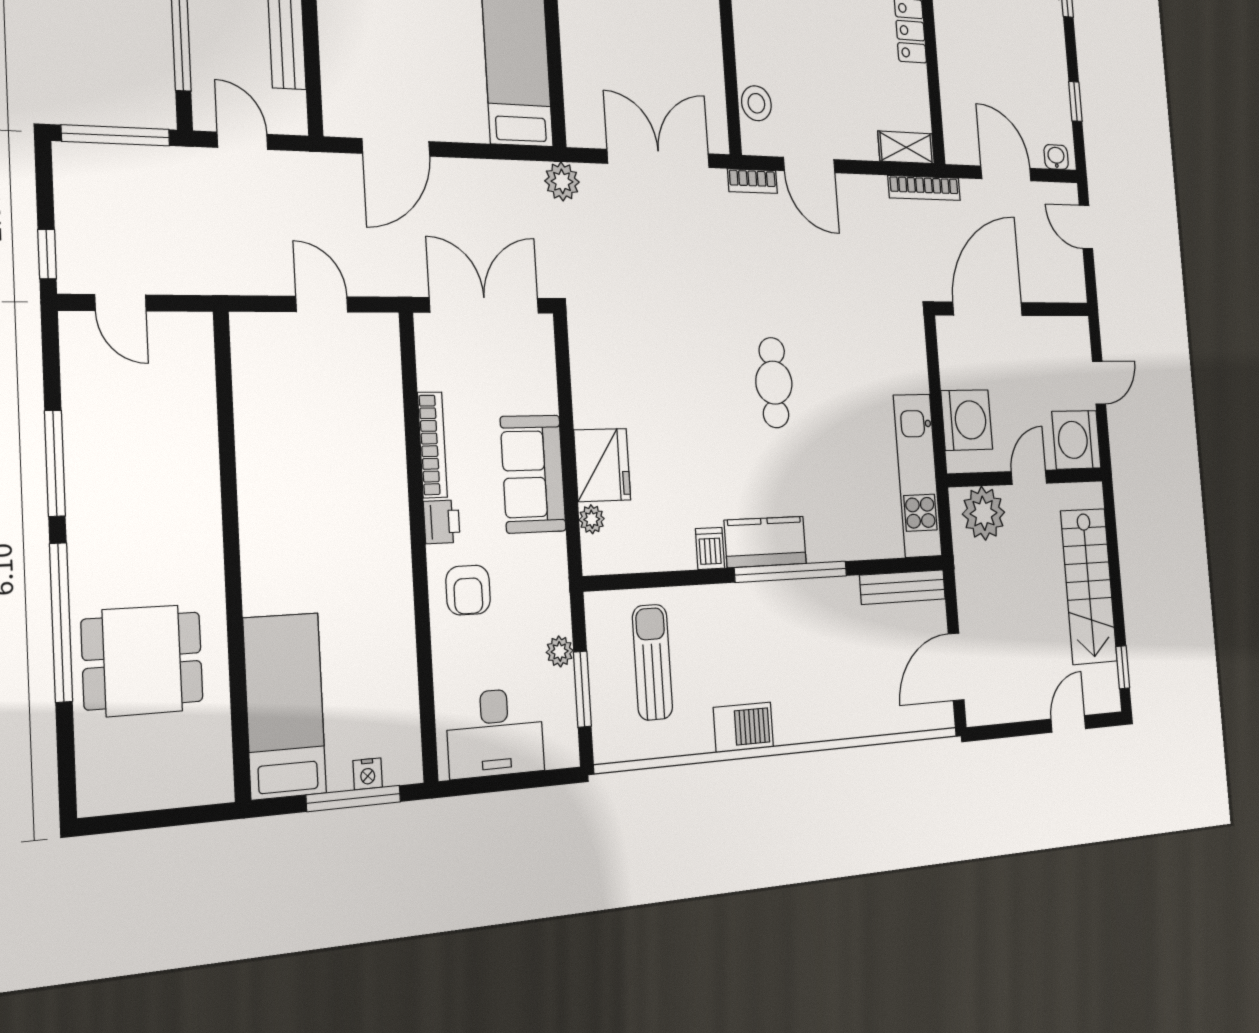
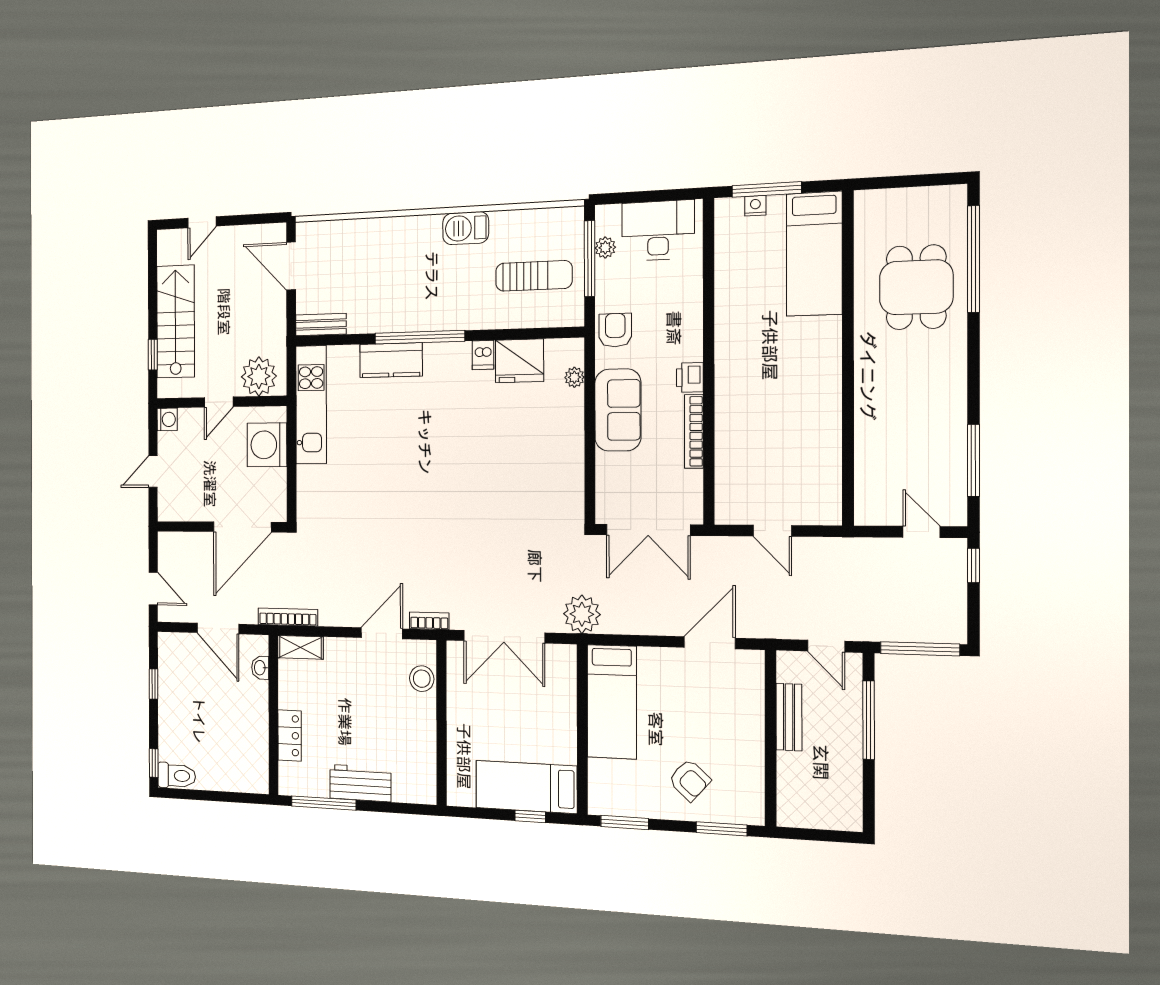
washbasin: (1056, 157) -> (260, 668), moved, turned 90
door: (809, 165) -> (382, 633), hinge flipped
plant: (562, 181) -> (582, 614), width x1.36, depth x1.36
cafe table: (774, 383) -> (423, 473), removed
washing machine: (1076, 440) -> (167, 419), width x0.53, depth x0.53
window: (55, 463) -> (973, 460), moved
fridge: (602, 465) -> (519, 361), moved, turned -90
kitchen counter: (765, 542) -> (391, 360), moved
bench: (903, 587) -> (321, 325), width x0.73
armchair: (468, 590) -> (615, 330), moved
window: (61, 622) -> (973, 259), moved
plant: (560, 651) -> (605, 248), moved
dining table: (142, 661) -> (916, 287), turned 90
sun lounger: (653, 662) -> (534, 276), turned -90
door: (956, 667) -> (291, 266), swing flipped
window: (1123, 667) -> (153, 355), moved
window: (582, 689) -> (590, 259), width x1.44

